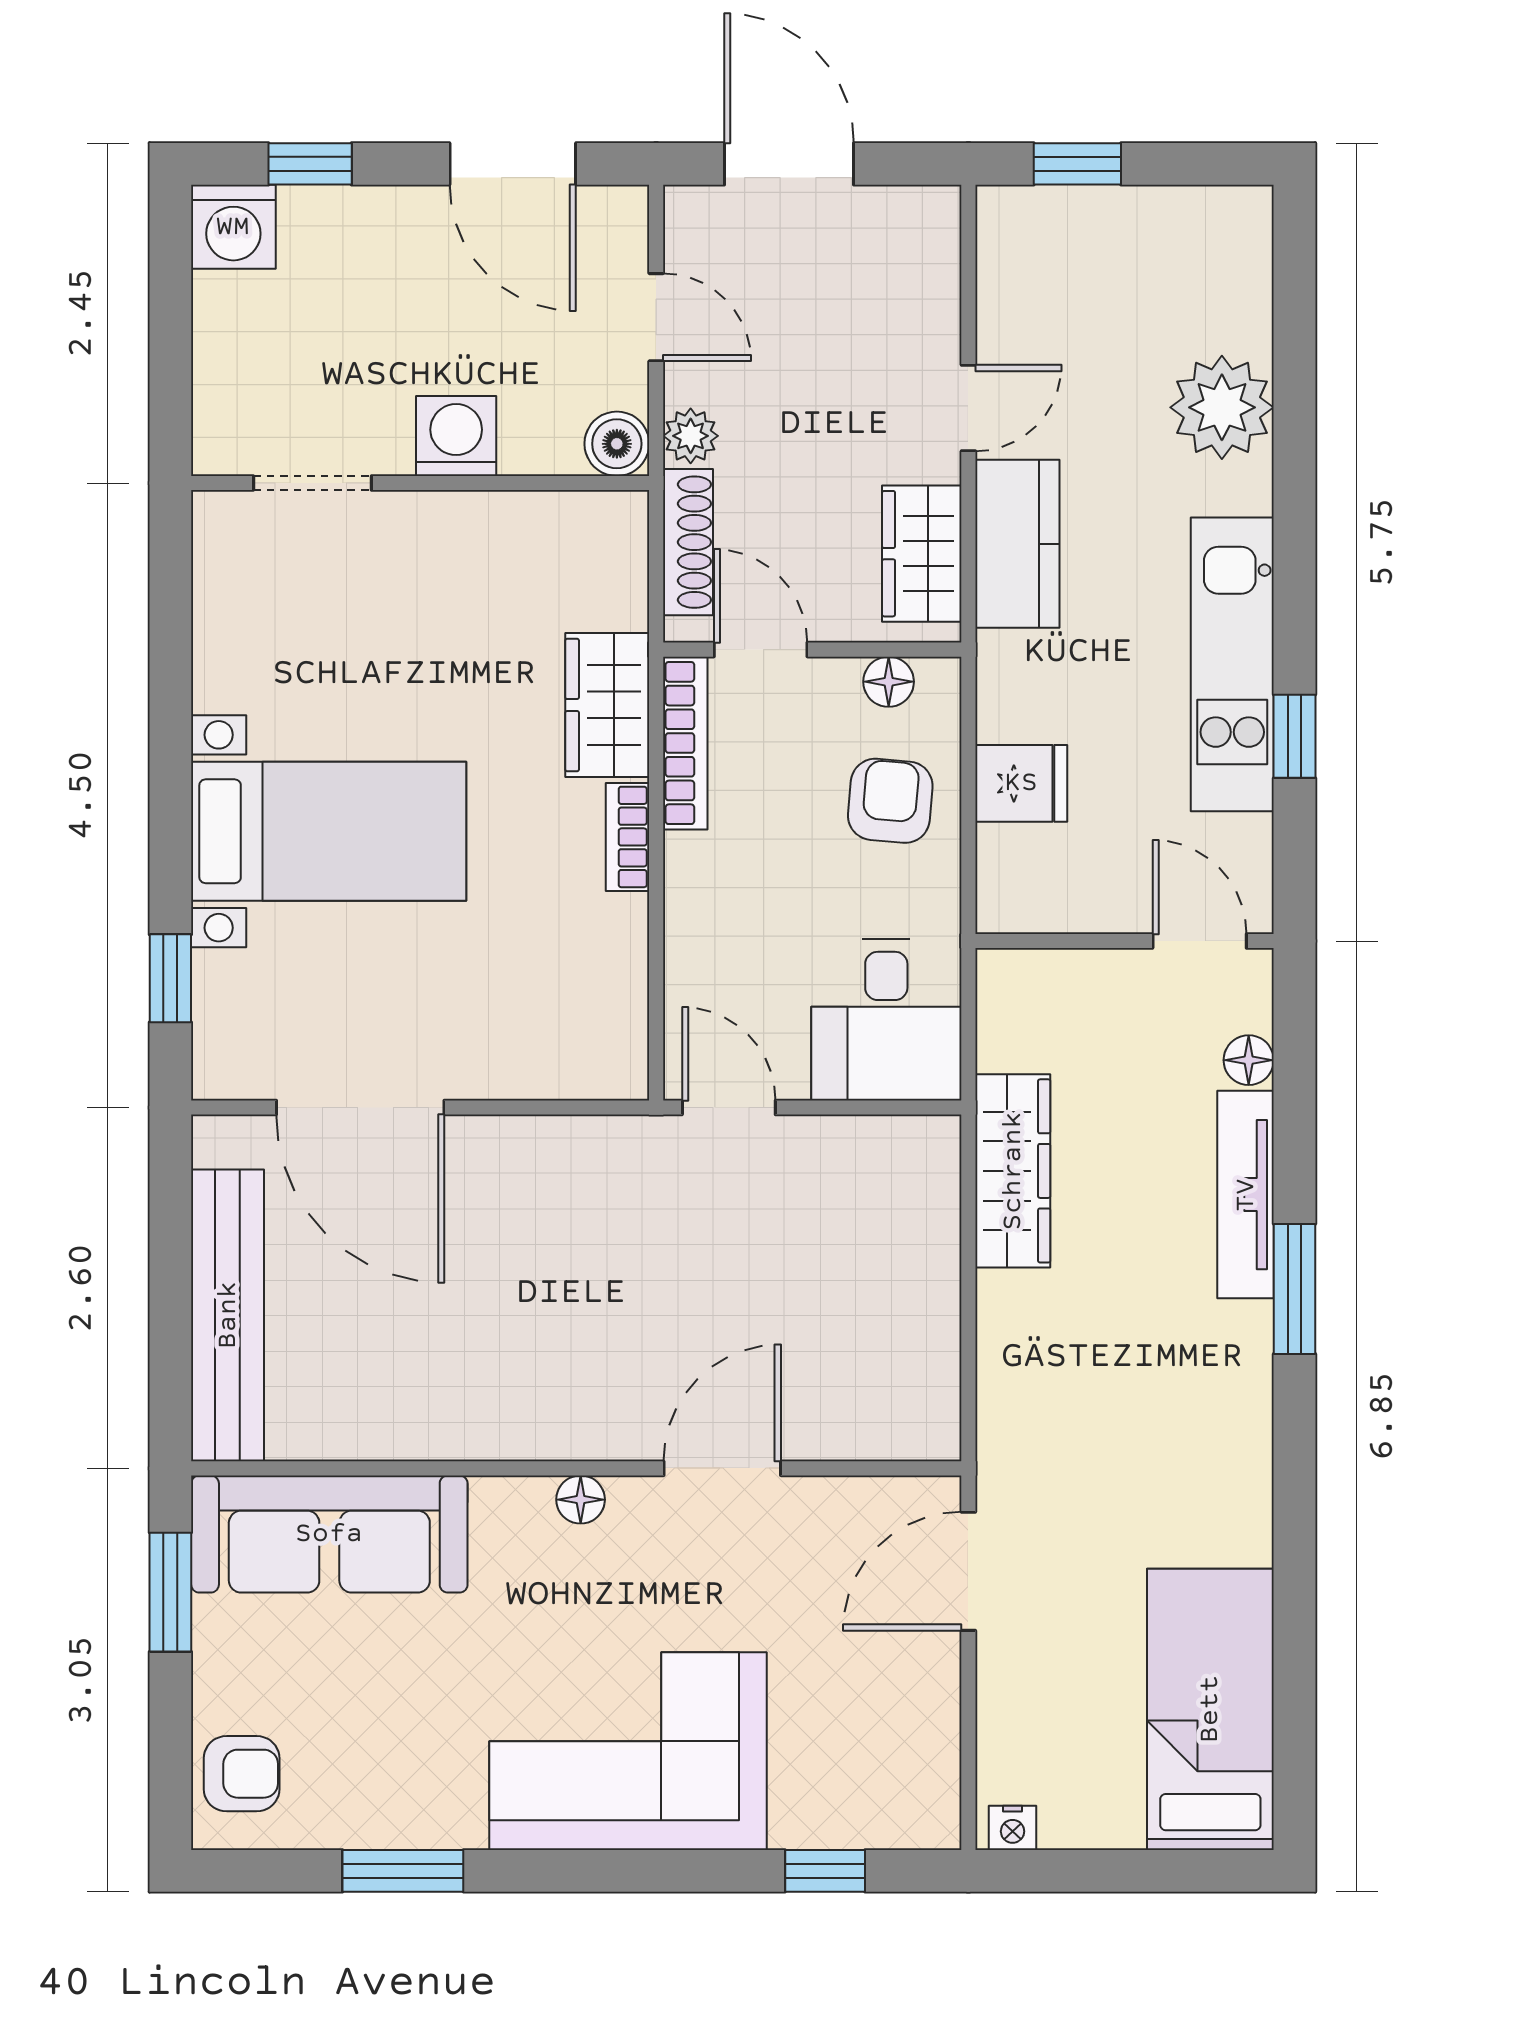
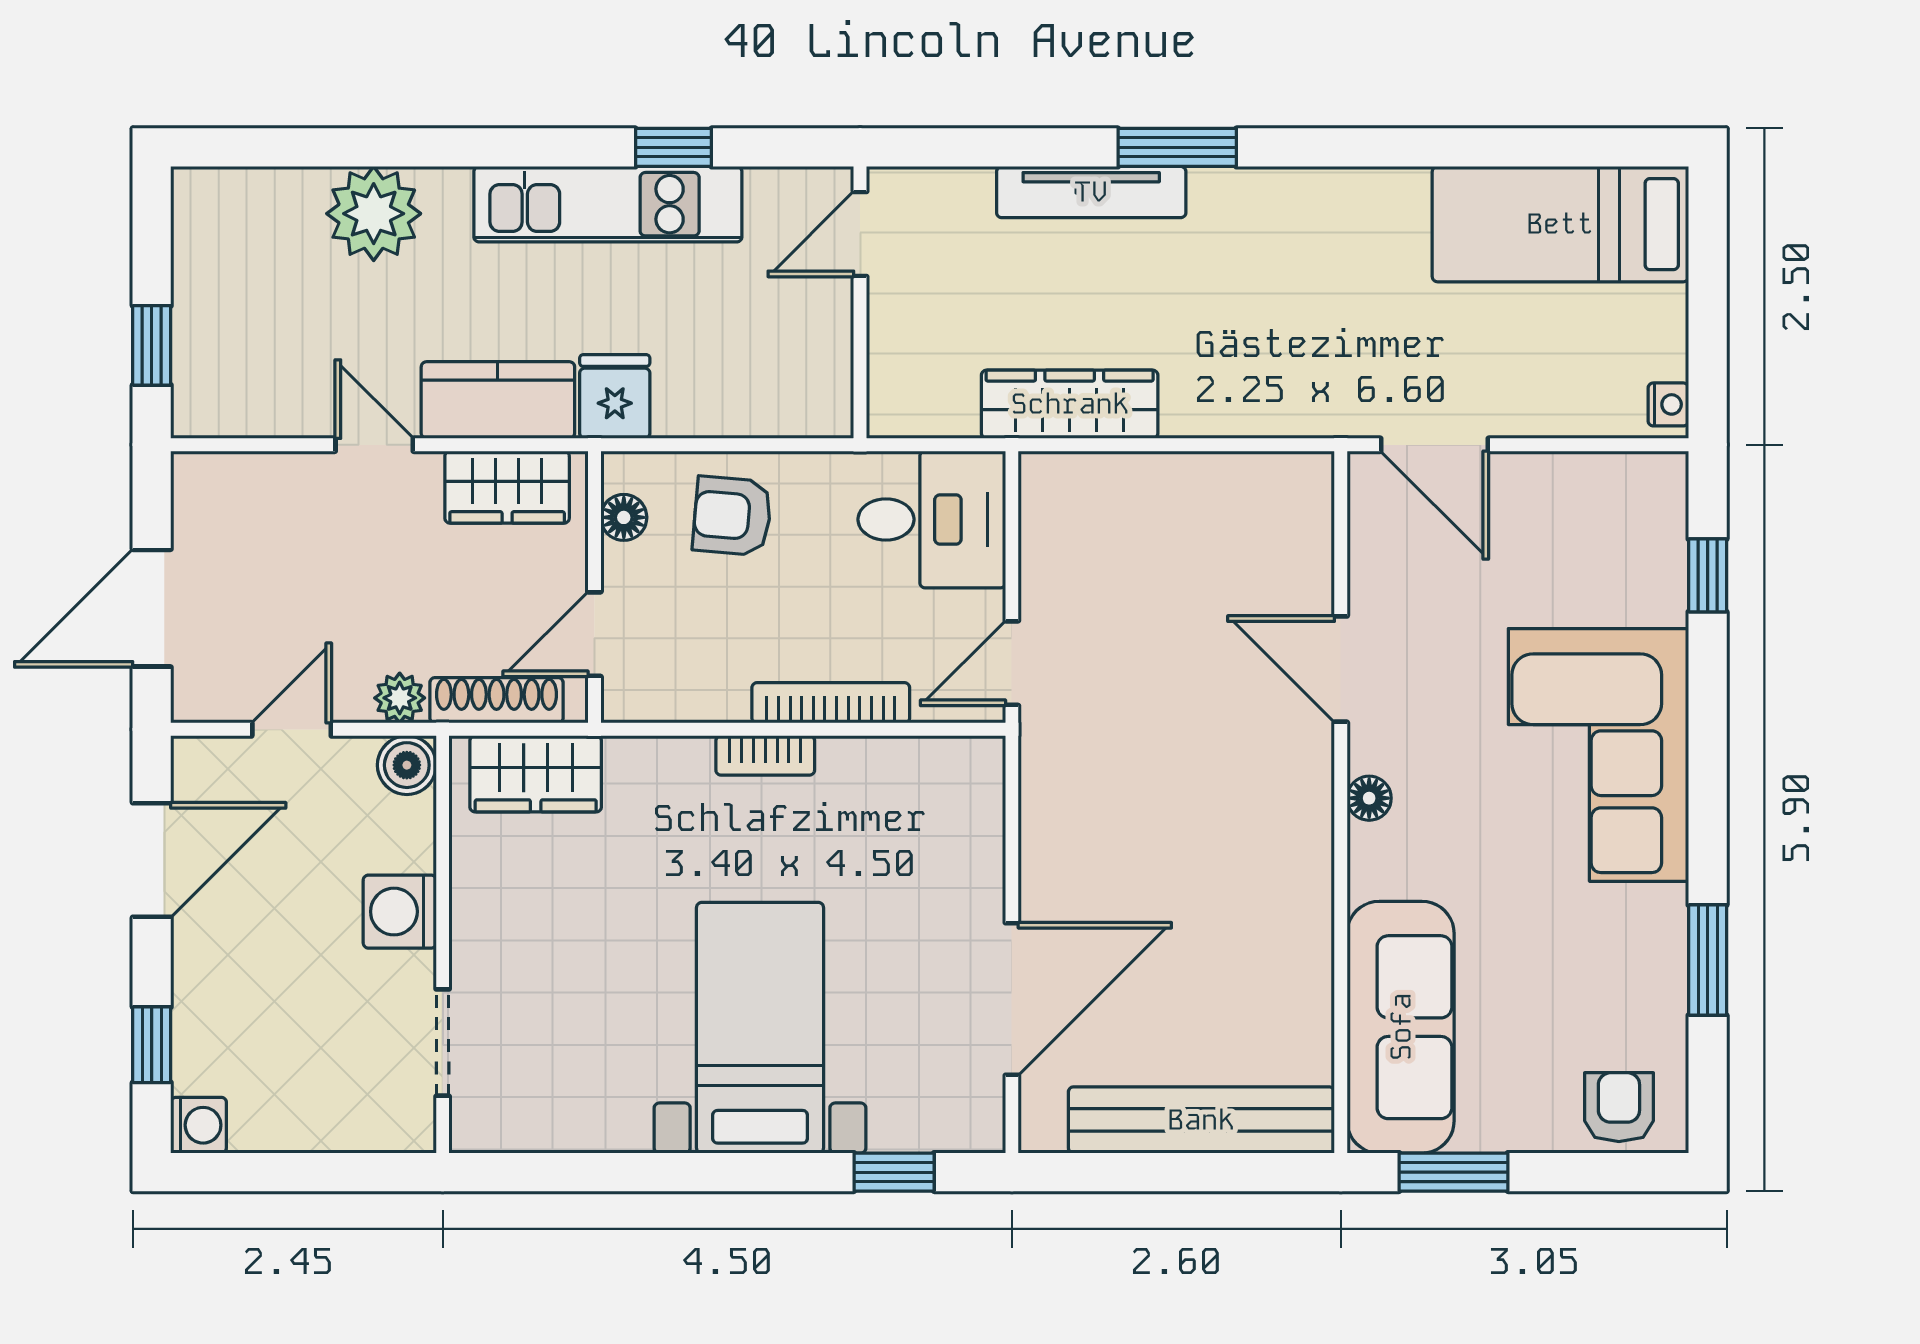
washing machine: (233, 227) -> (199, 1125), width x0.73, depth x0.73
wardrobe: (607, 705) -> (536, 774), moved
bookcase: (685, 743) -> (831, 703), moved
fridge: (1021, 783) -> (615, 397), moved
floor lamp: (1249, 1060) -> (969, 189), removed

